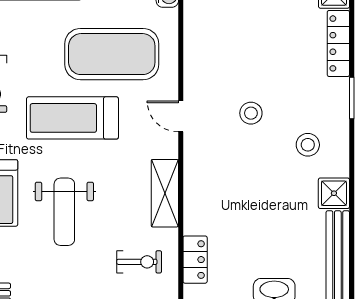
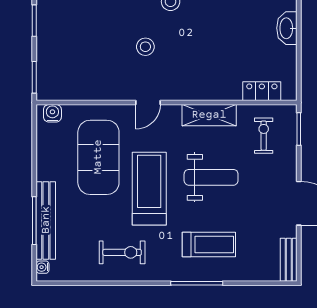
treadmill: (72, 118) -> (149, 189), turned 180
weight bench: (64, 212) -> (211, 177), moved

